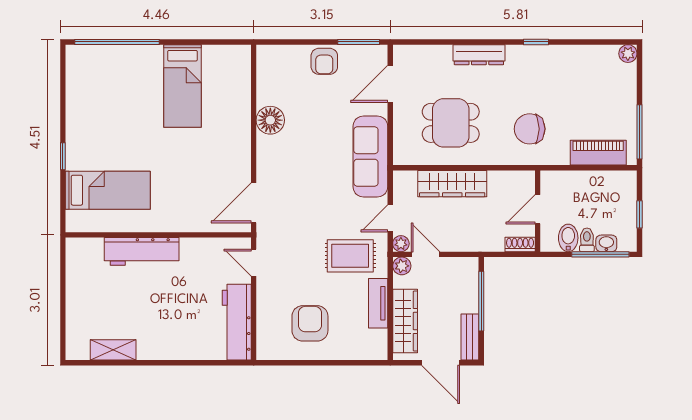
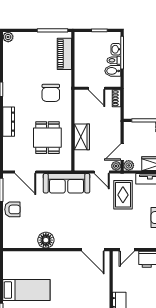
wardrobe: (452, 184) -> (82, 137), width x0.67

